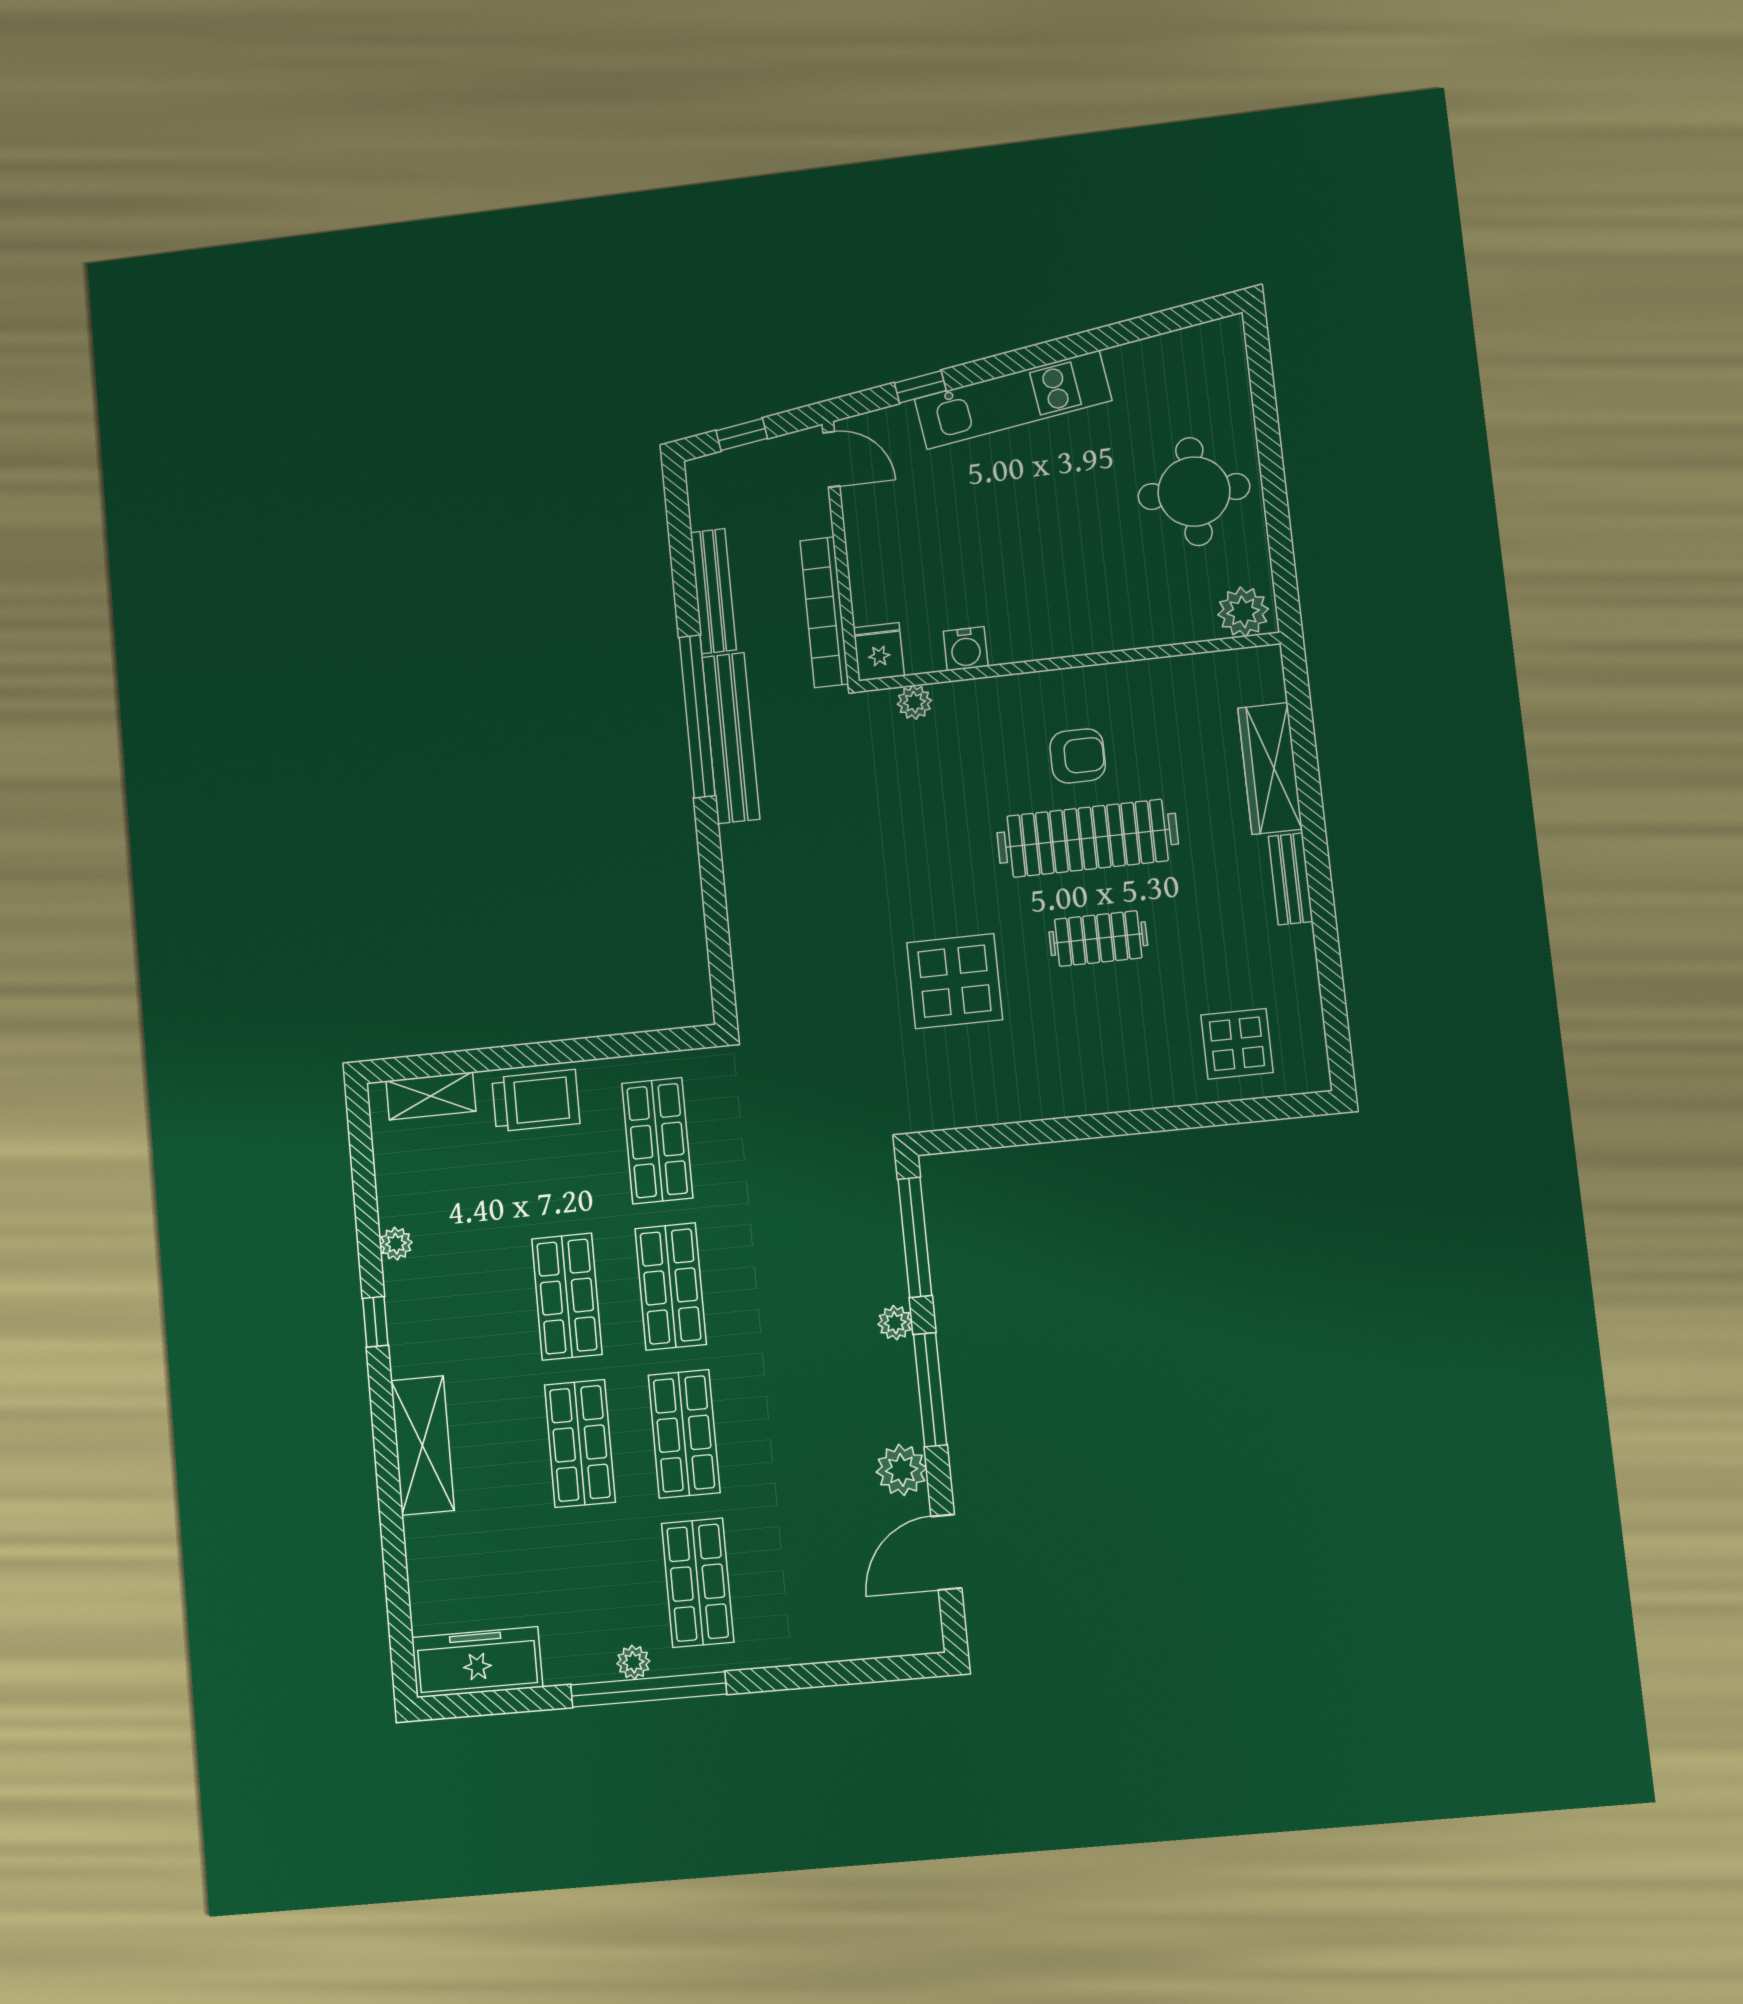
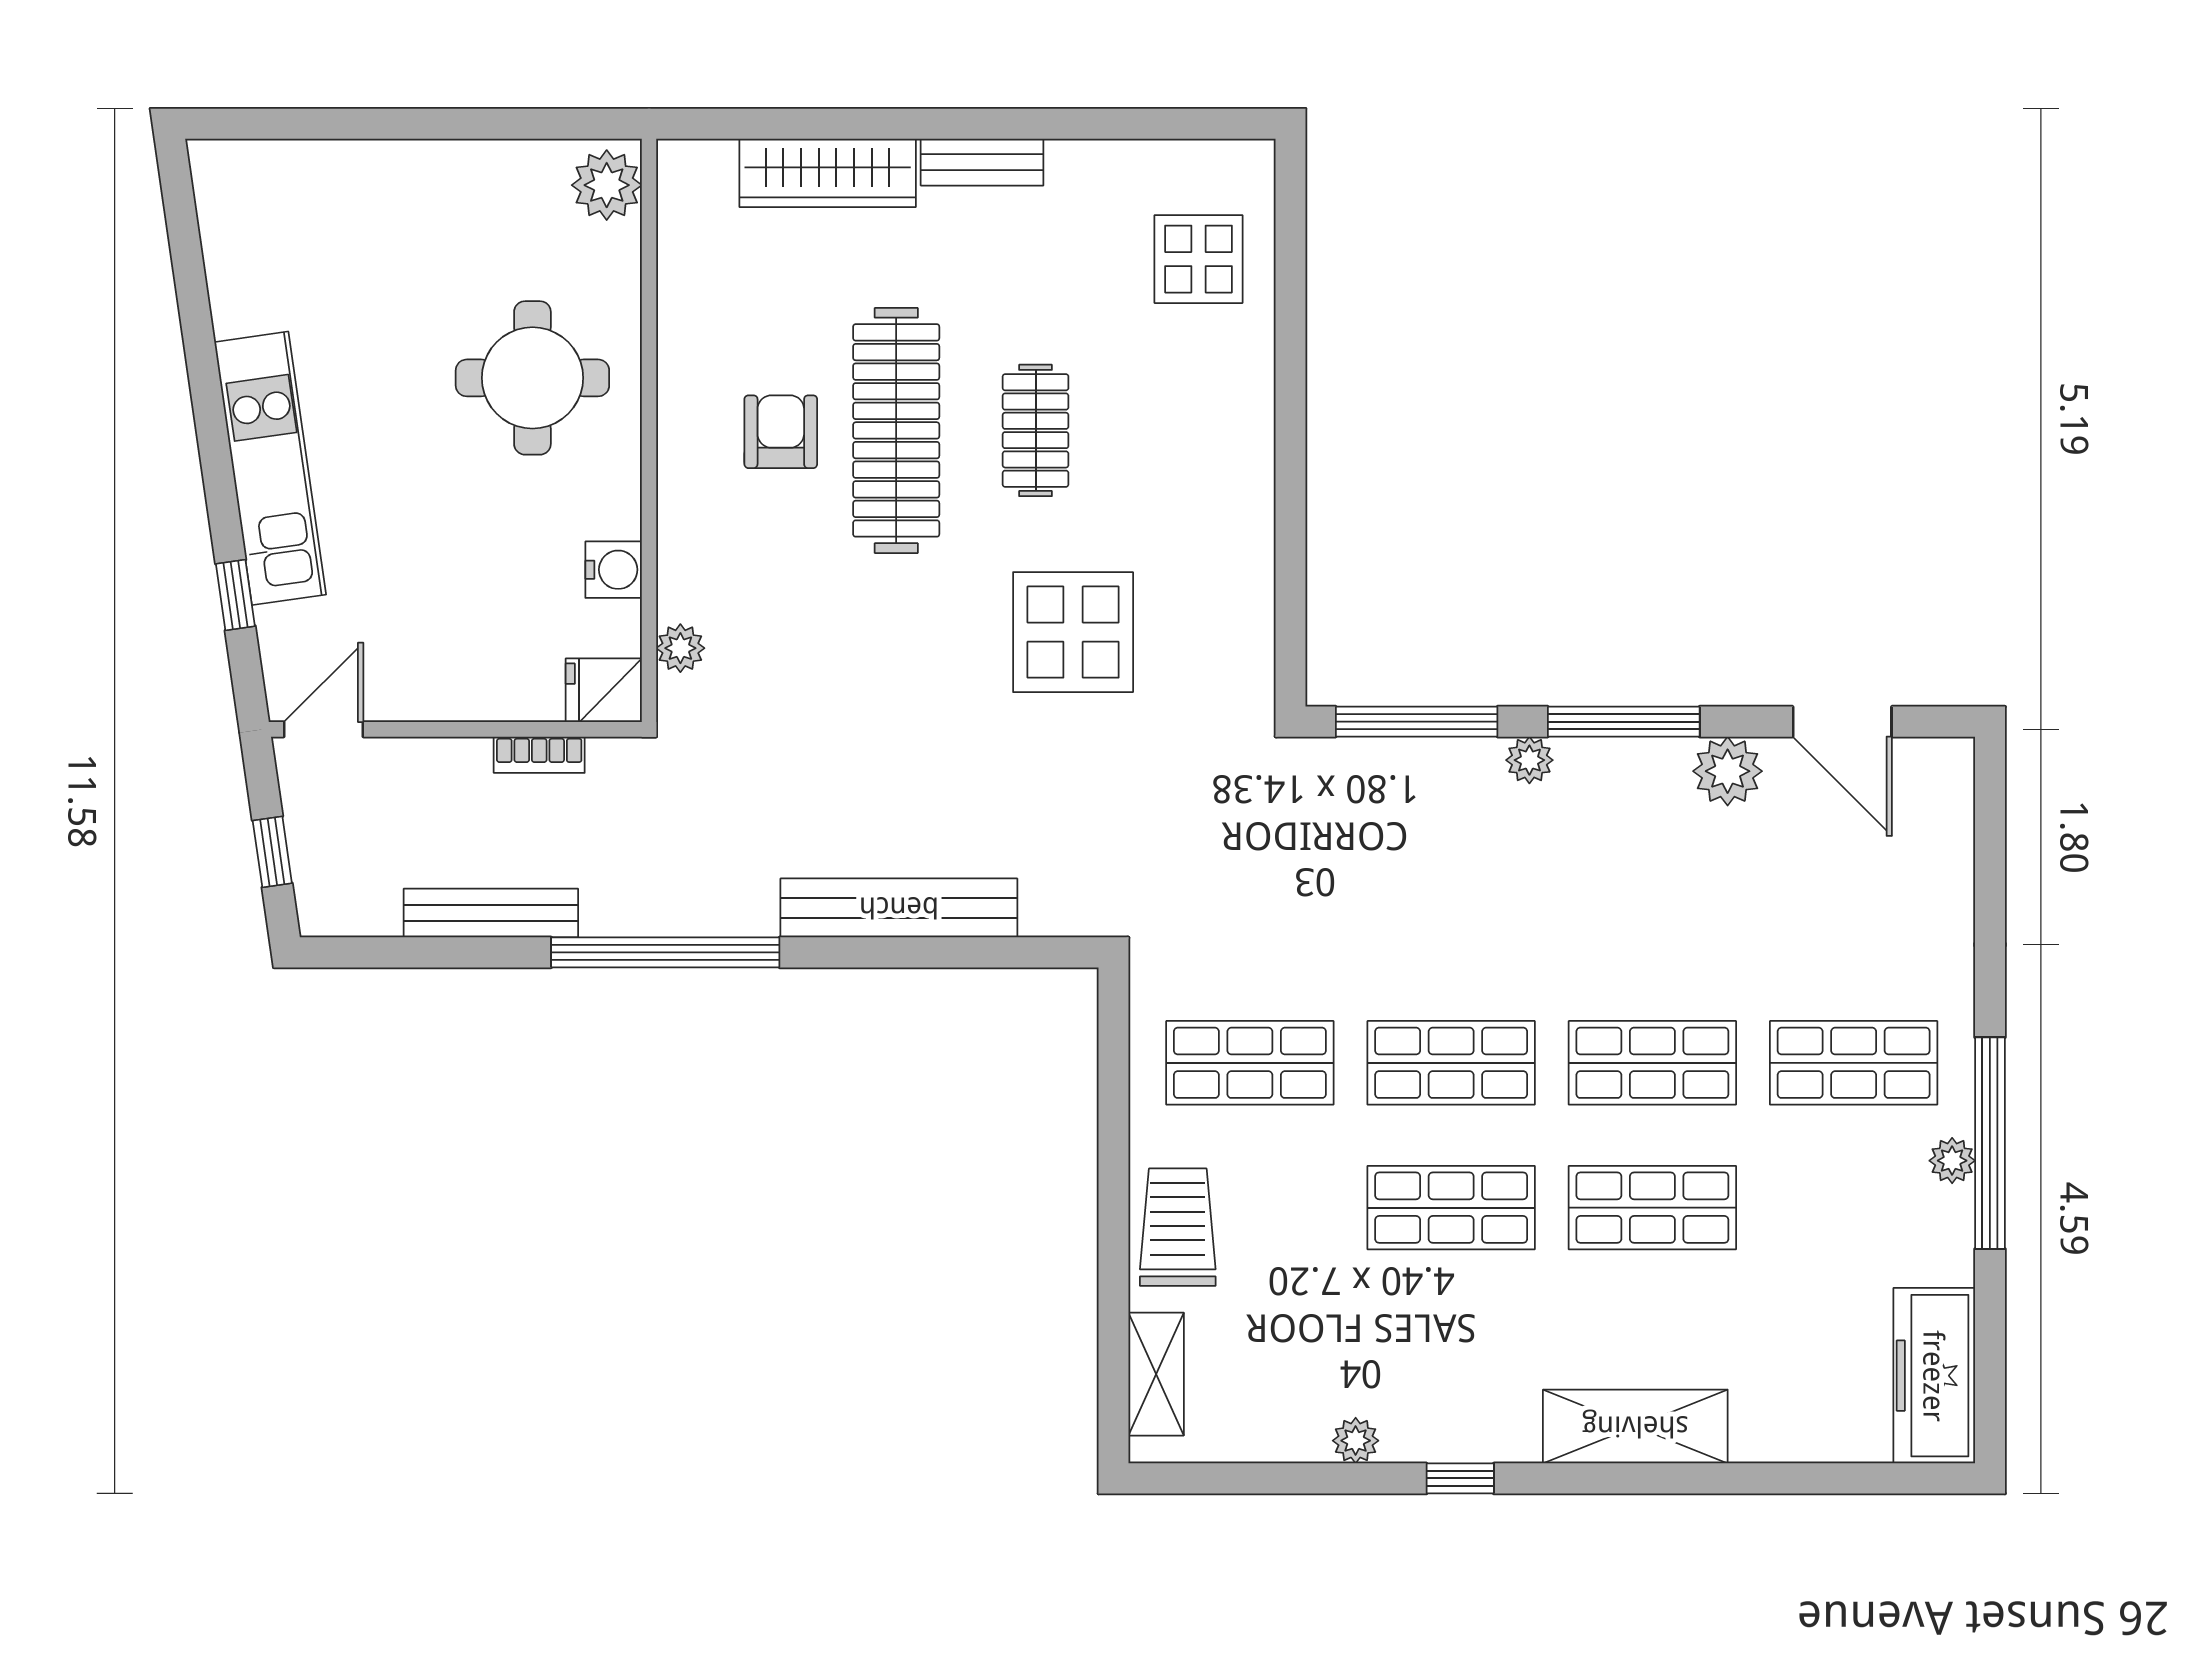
round table: (1194, 492) -> (532, 378), moved
bookcase: (824, 612) -> (539, 755), width x0.43, depth x0.76
bench: (731, 738) -> (899, 908), moved

